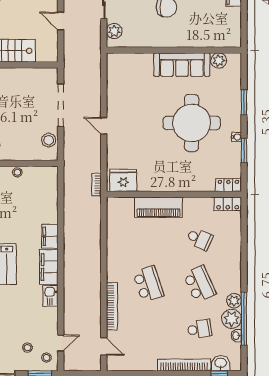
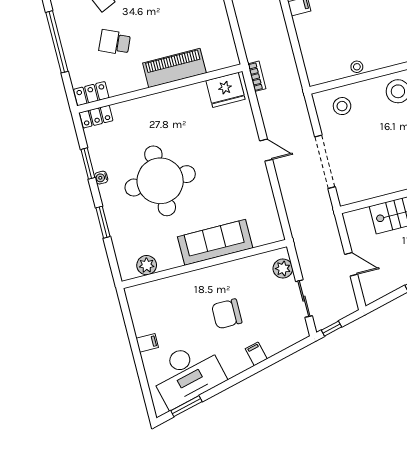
sofa: (182, 65) -> (215, 242), moved
stool: (49, 140) -> (342, 106), moved
window: (244, 251) -> (57, 42), added

